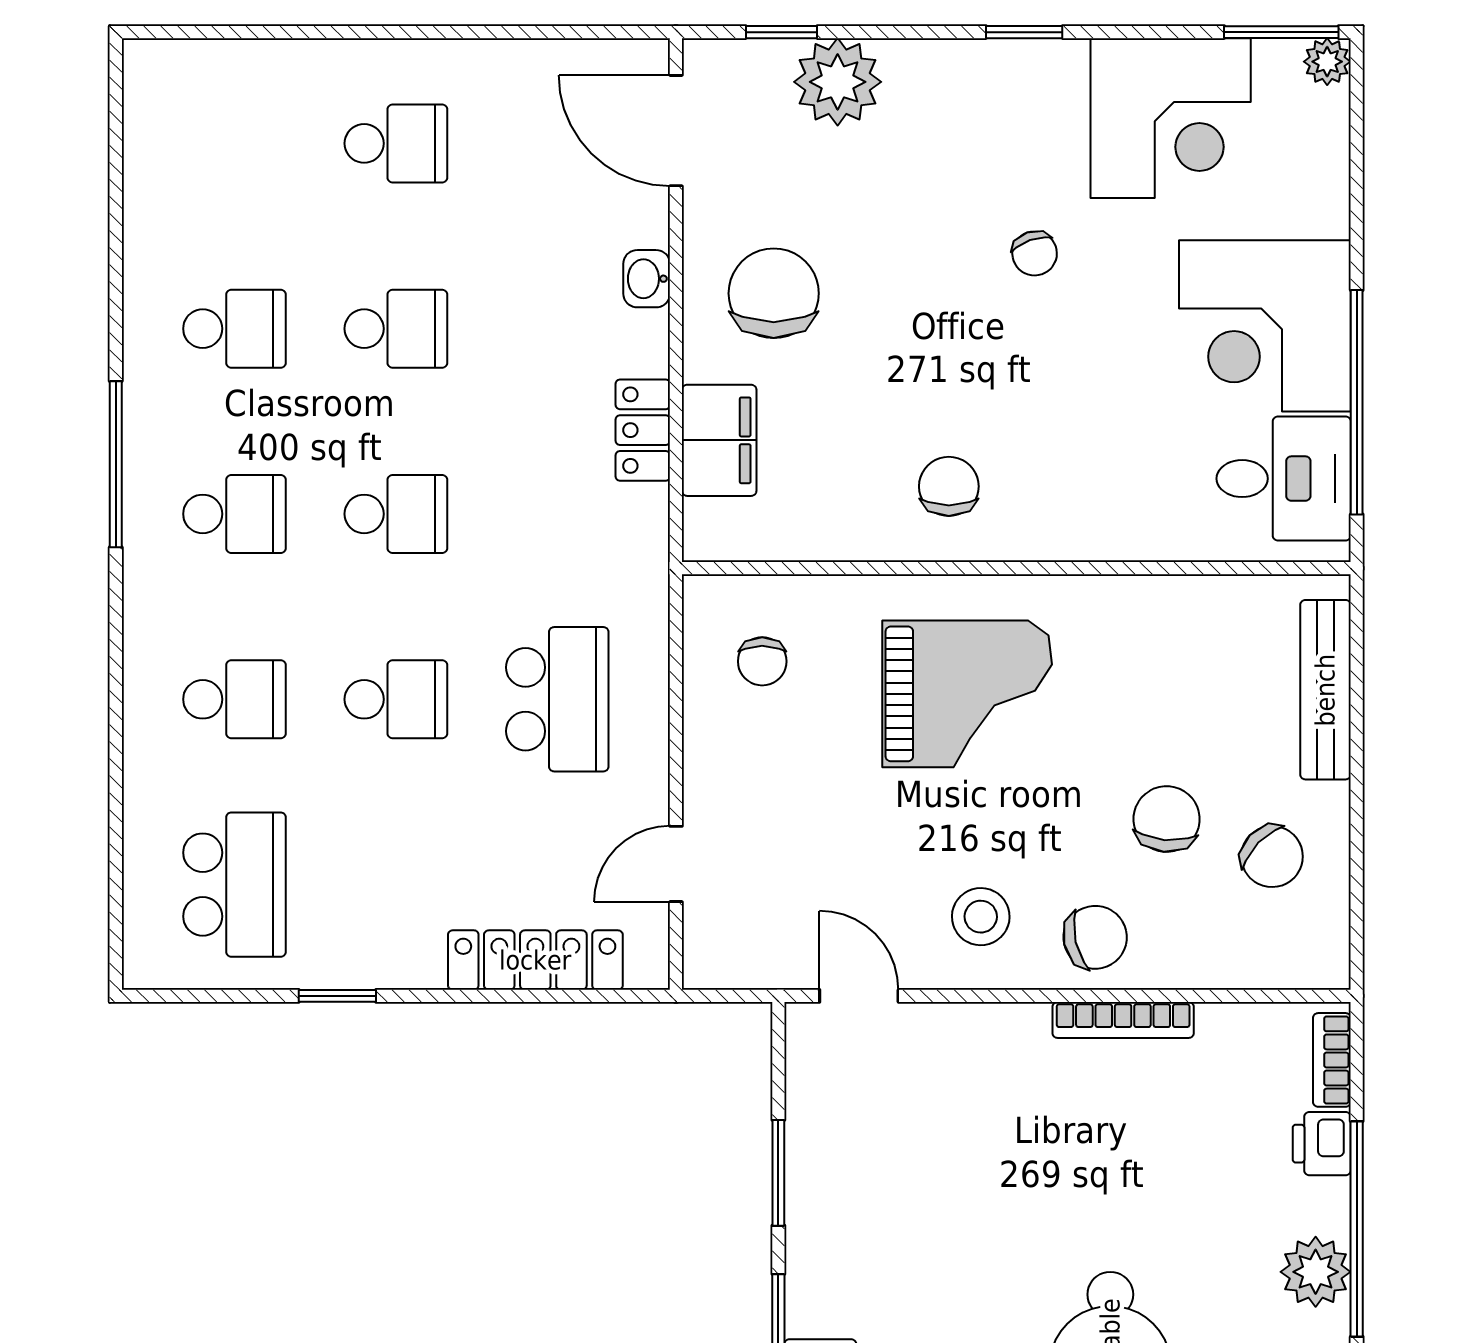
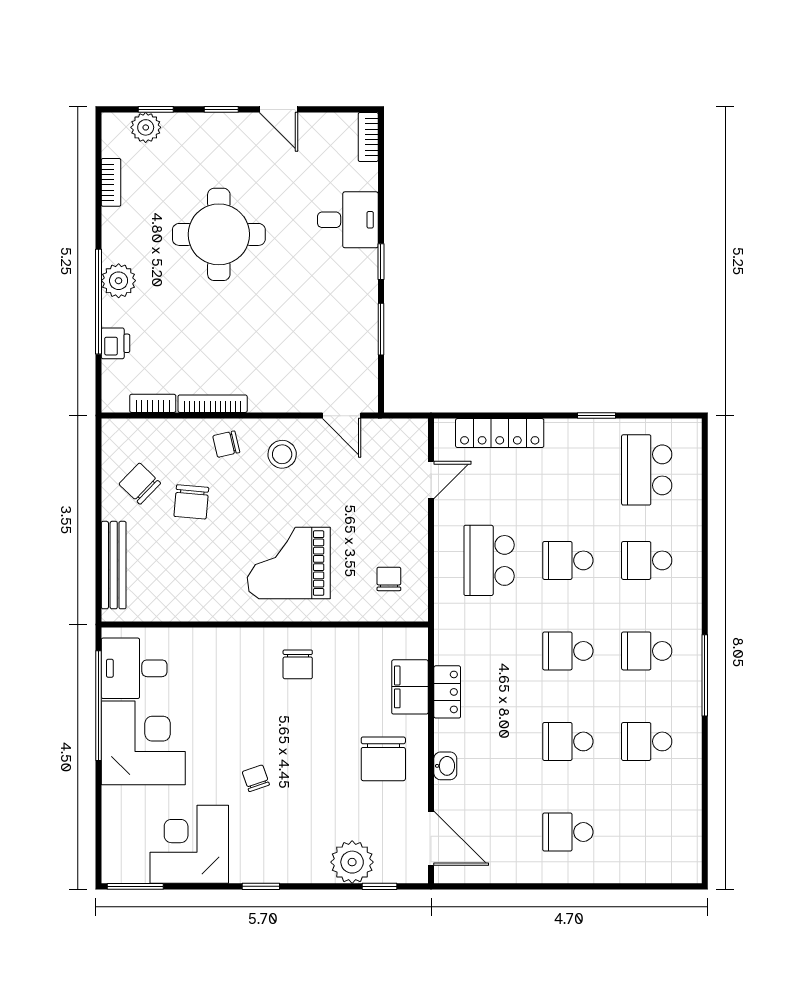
plant: (1327, 62) -> (113, 872), removed
chair: (1095, 937) -> (226, 444), width x0.73, depth x0.73
bookcase: (1332, 1060) -> (153, 403), moved, turned -90

